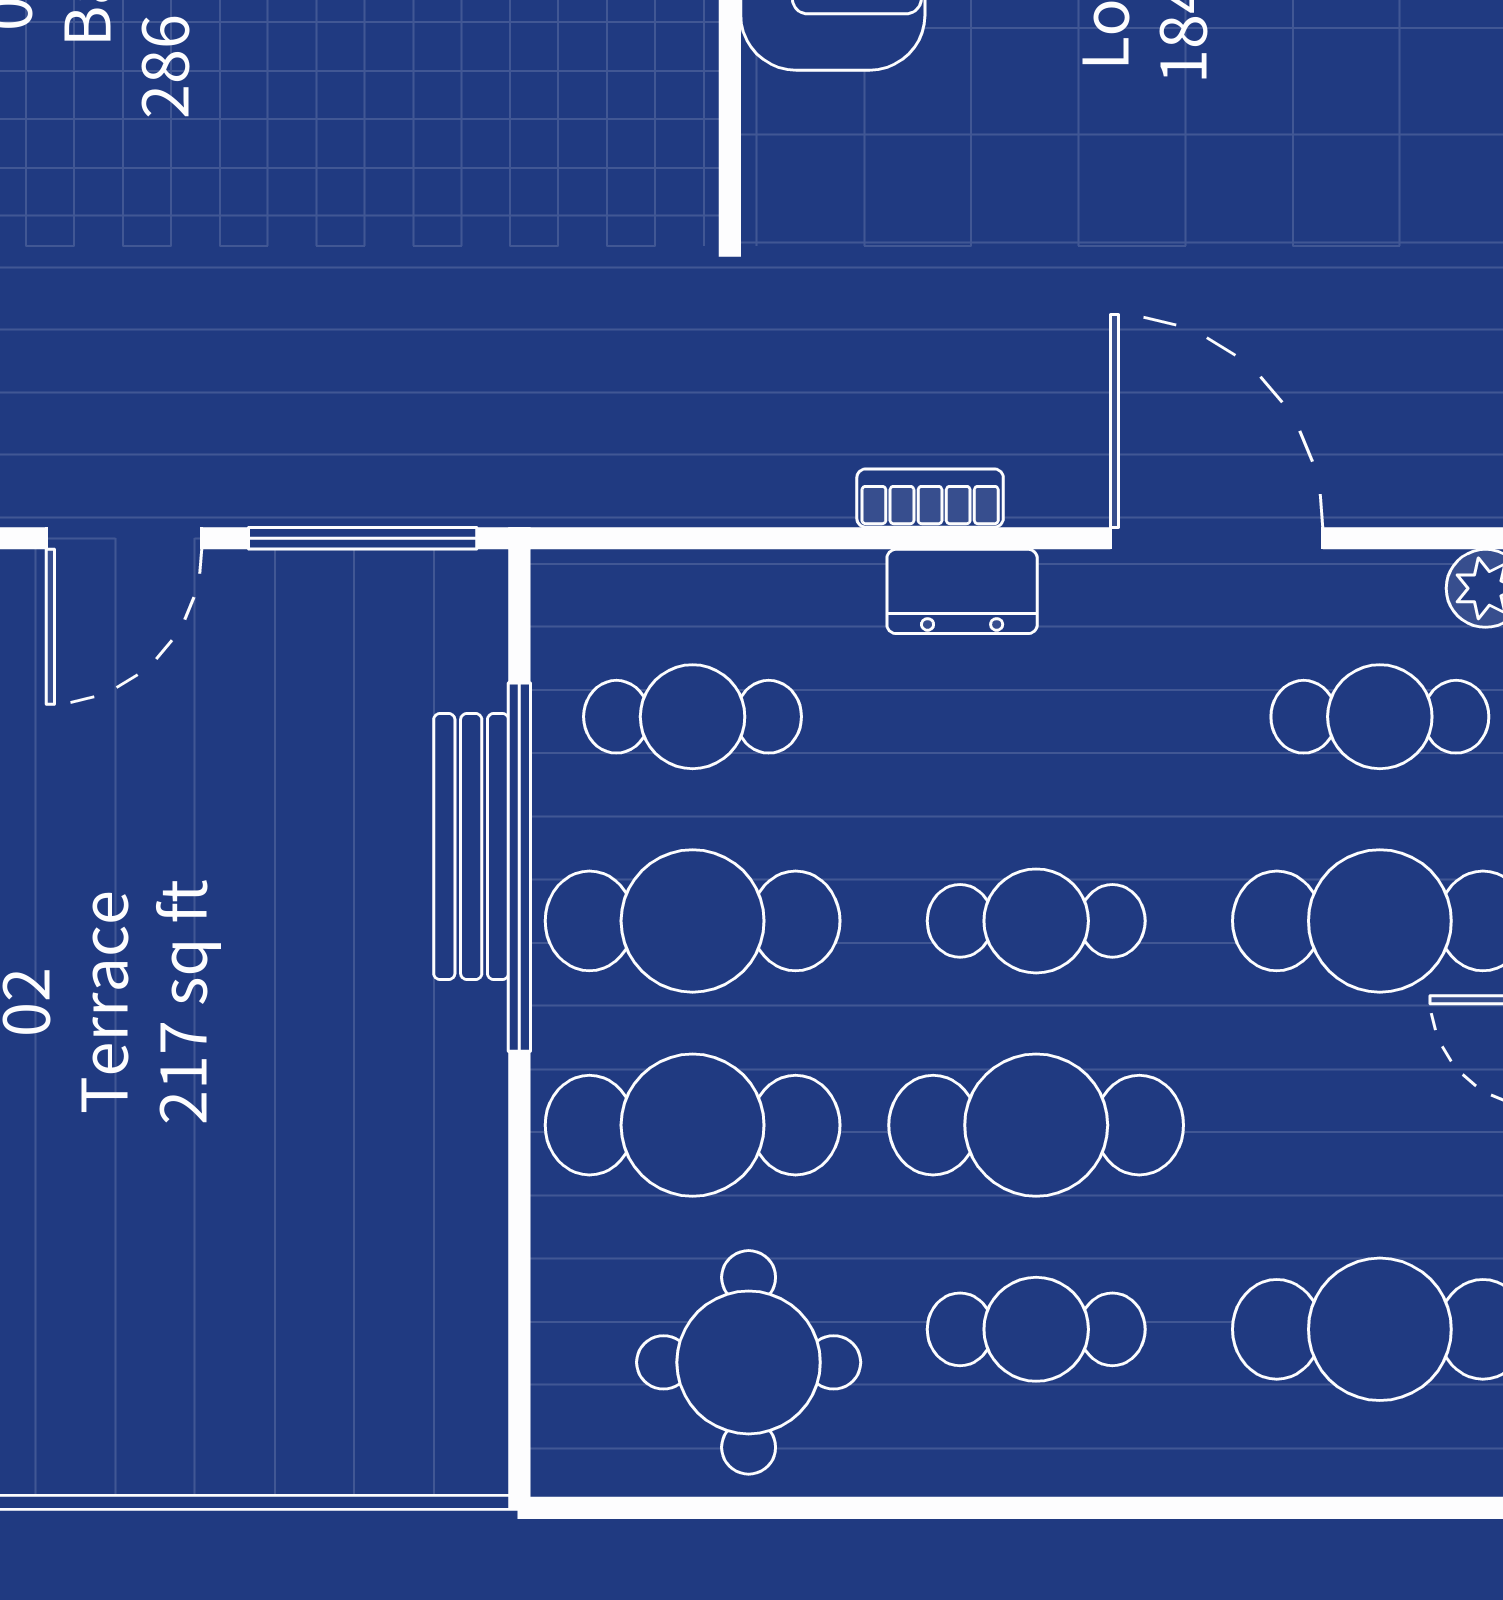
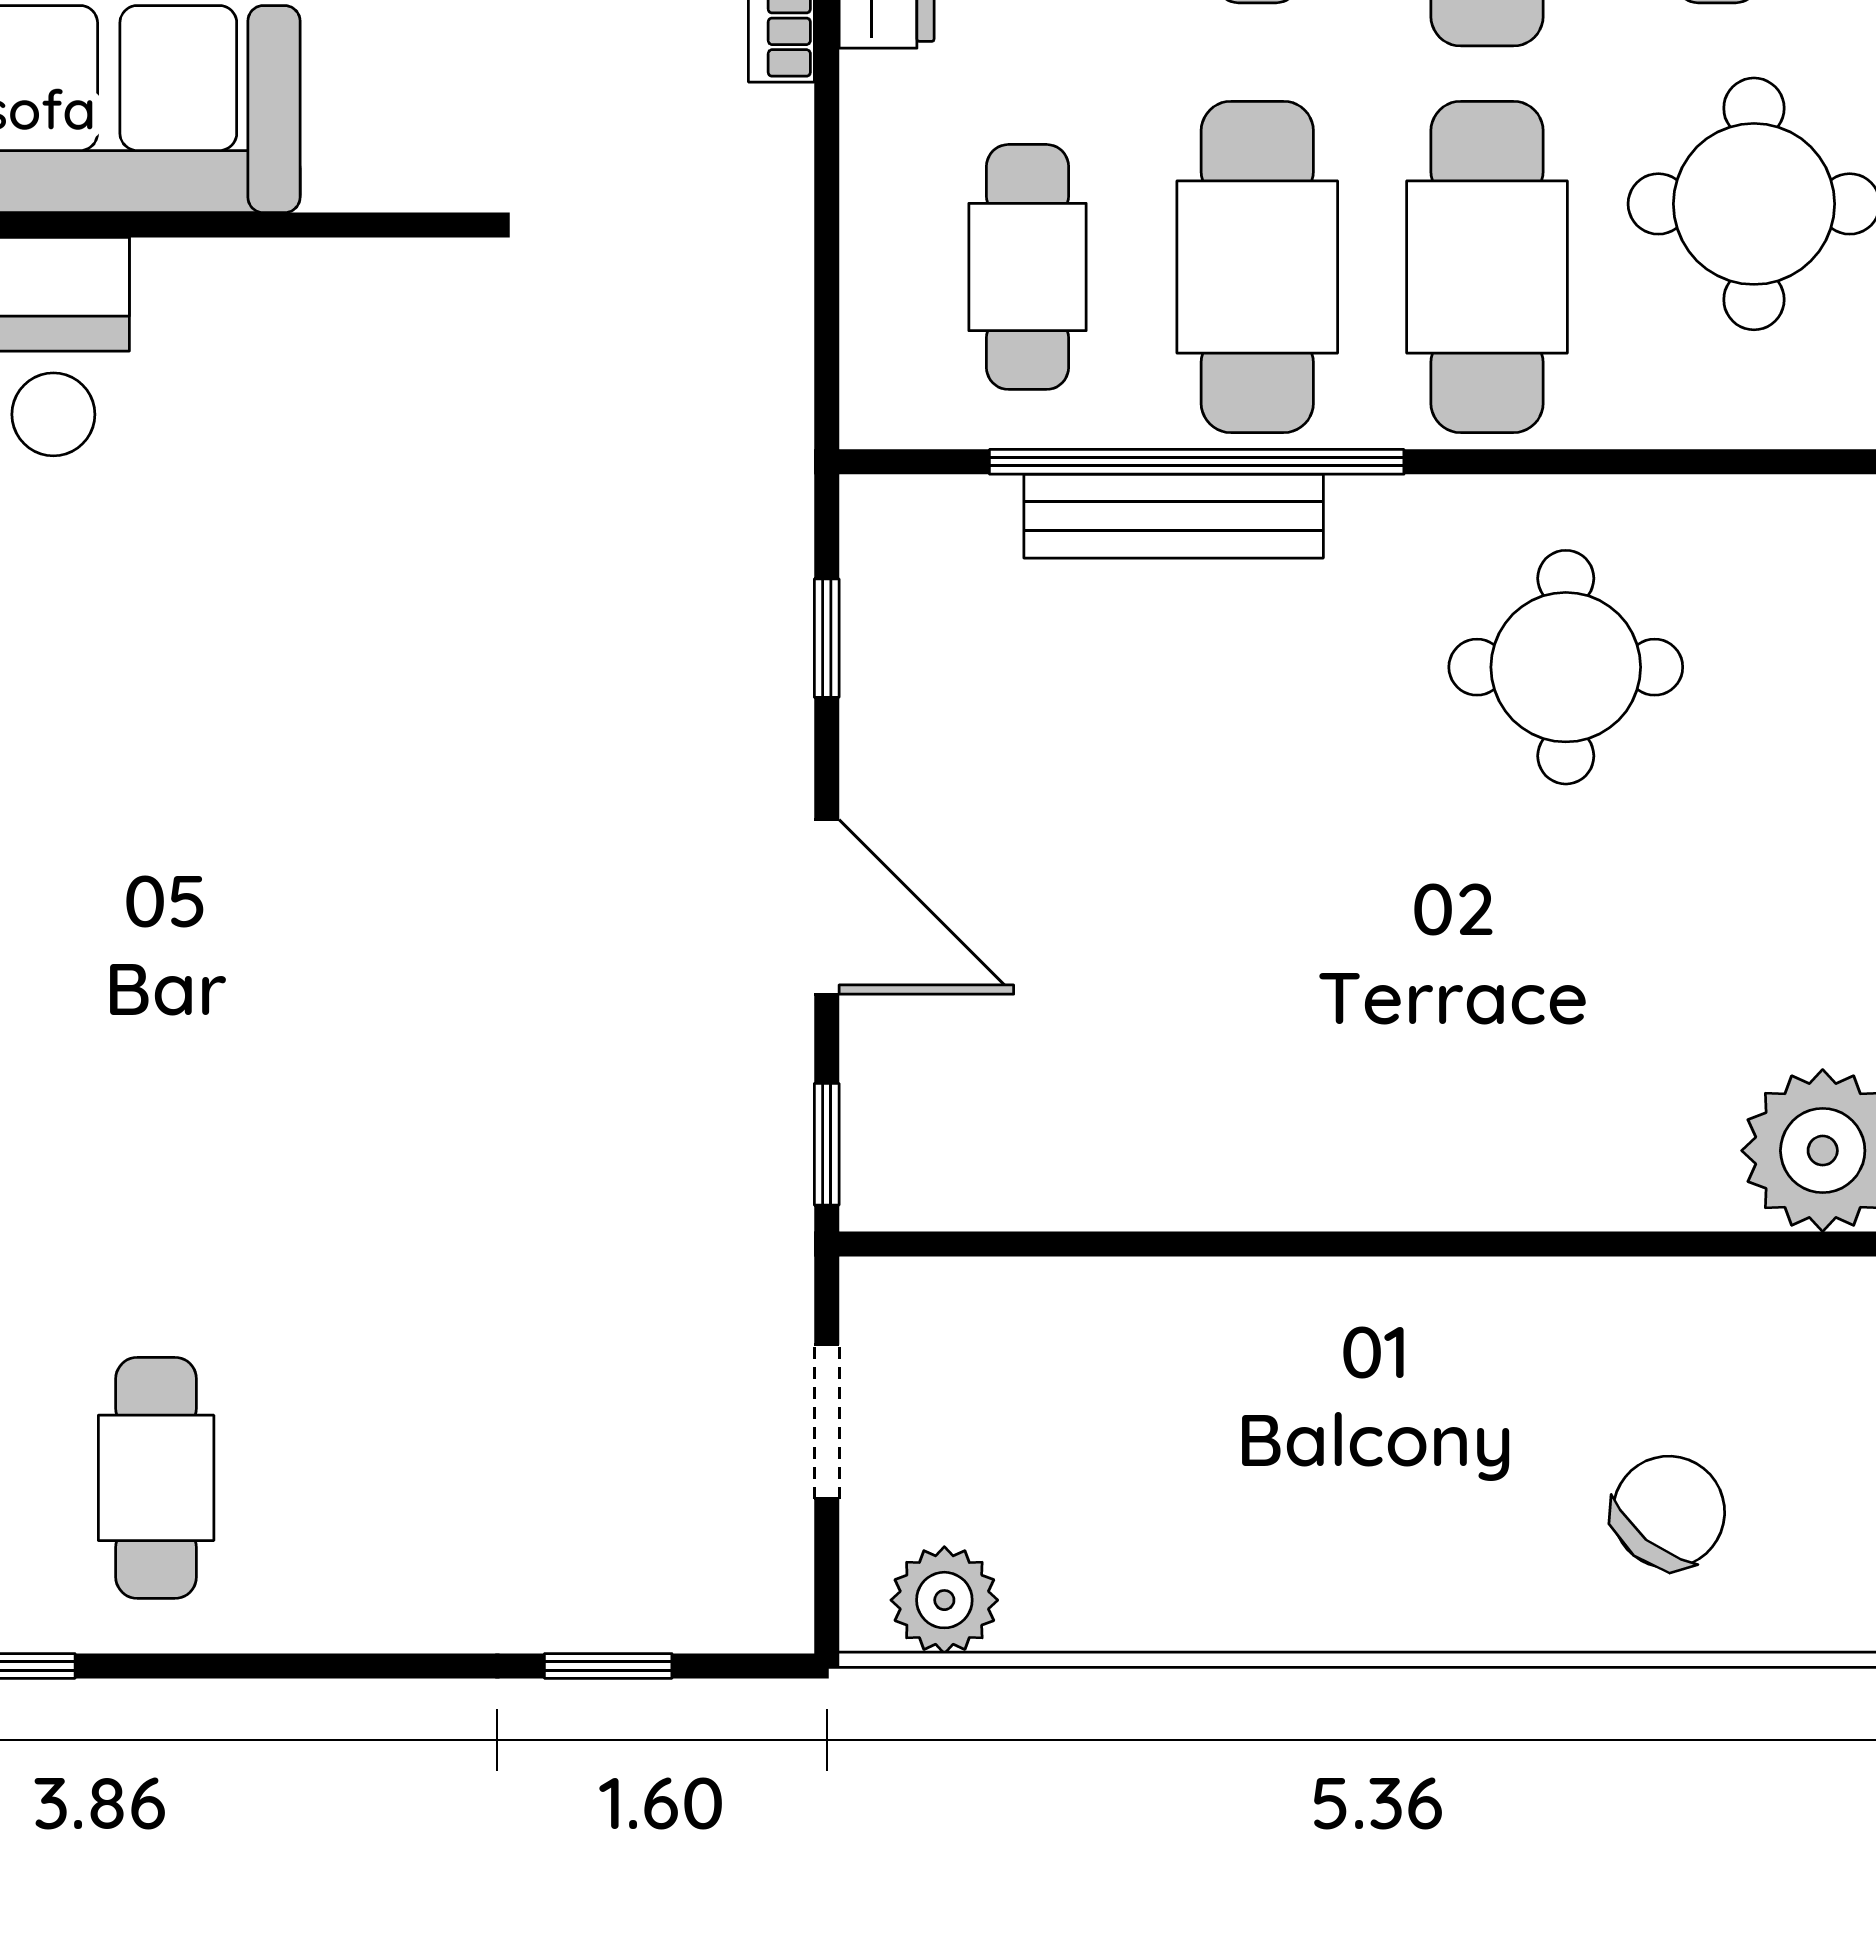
window: (363, 538) -> (827, 638), width x0.46
round table: (337, 1195) -> (1566, 667), added

